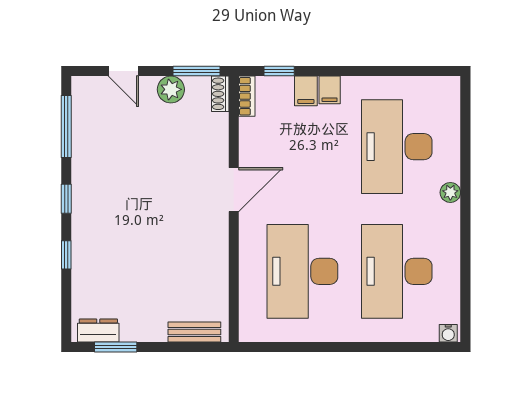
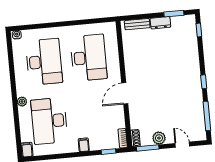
filing cabinet: (306, 91) -> (27, 150), moved
desk: (397, 147) -> (49, 121), turned 180
window: (66, 255) -> (199, 30), moved
dresser: (98, 330) -> (160, 23), moved

